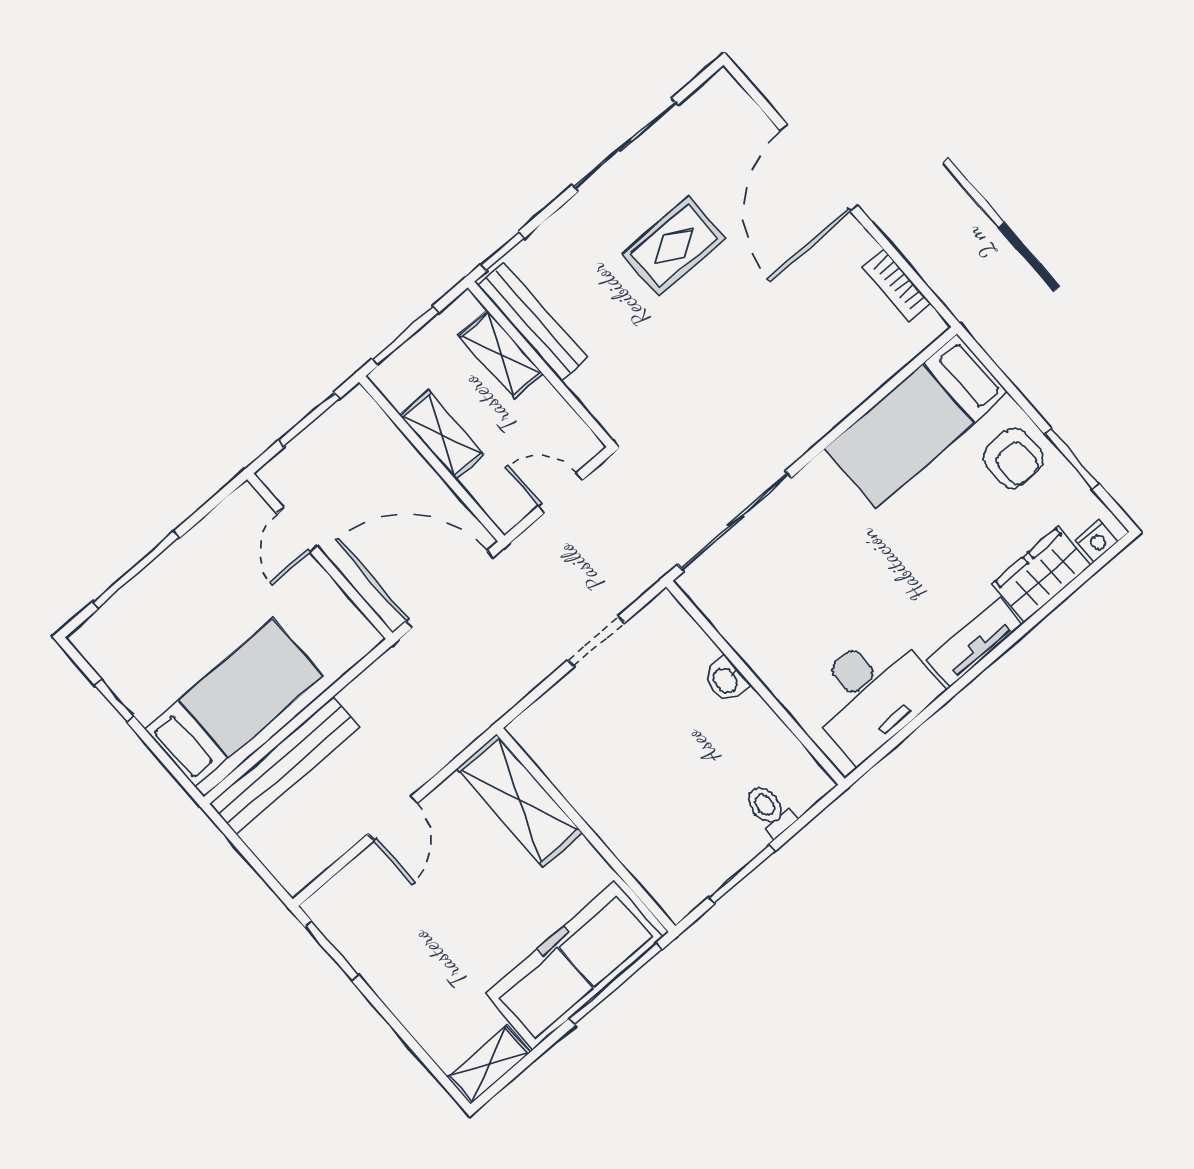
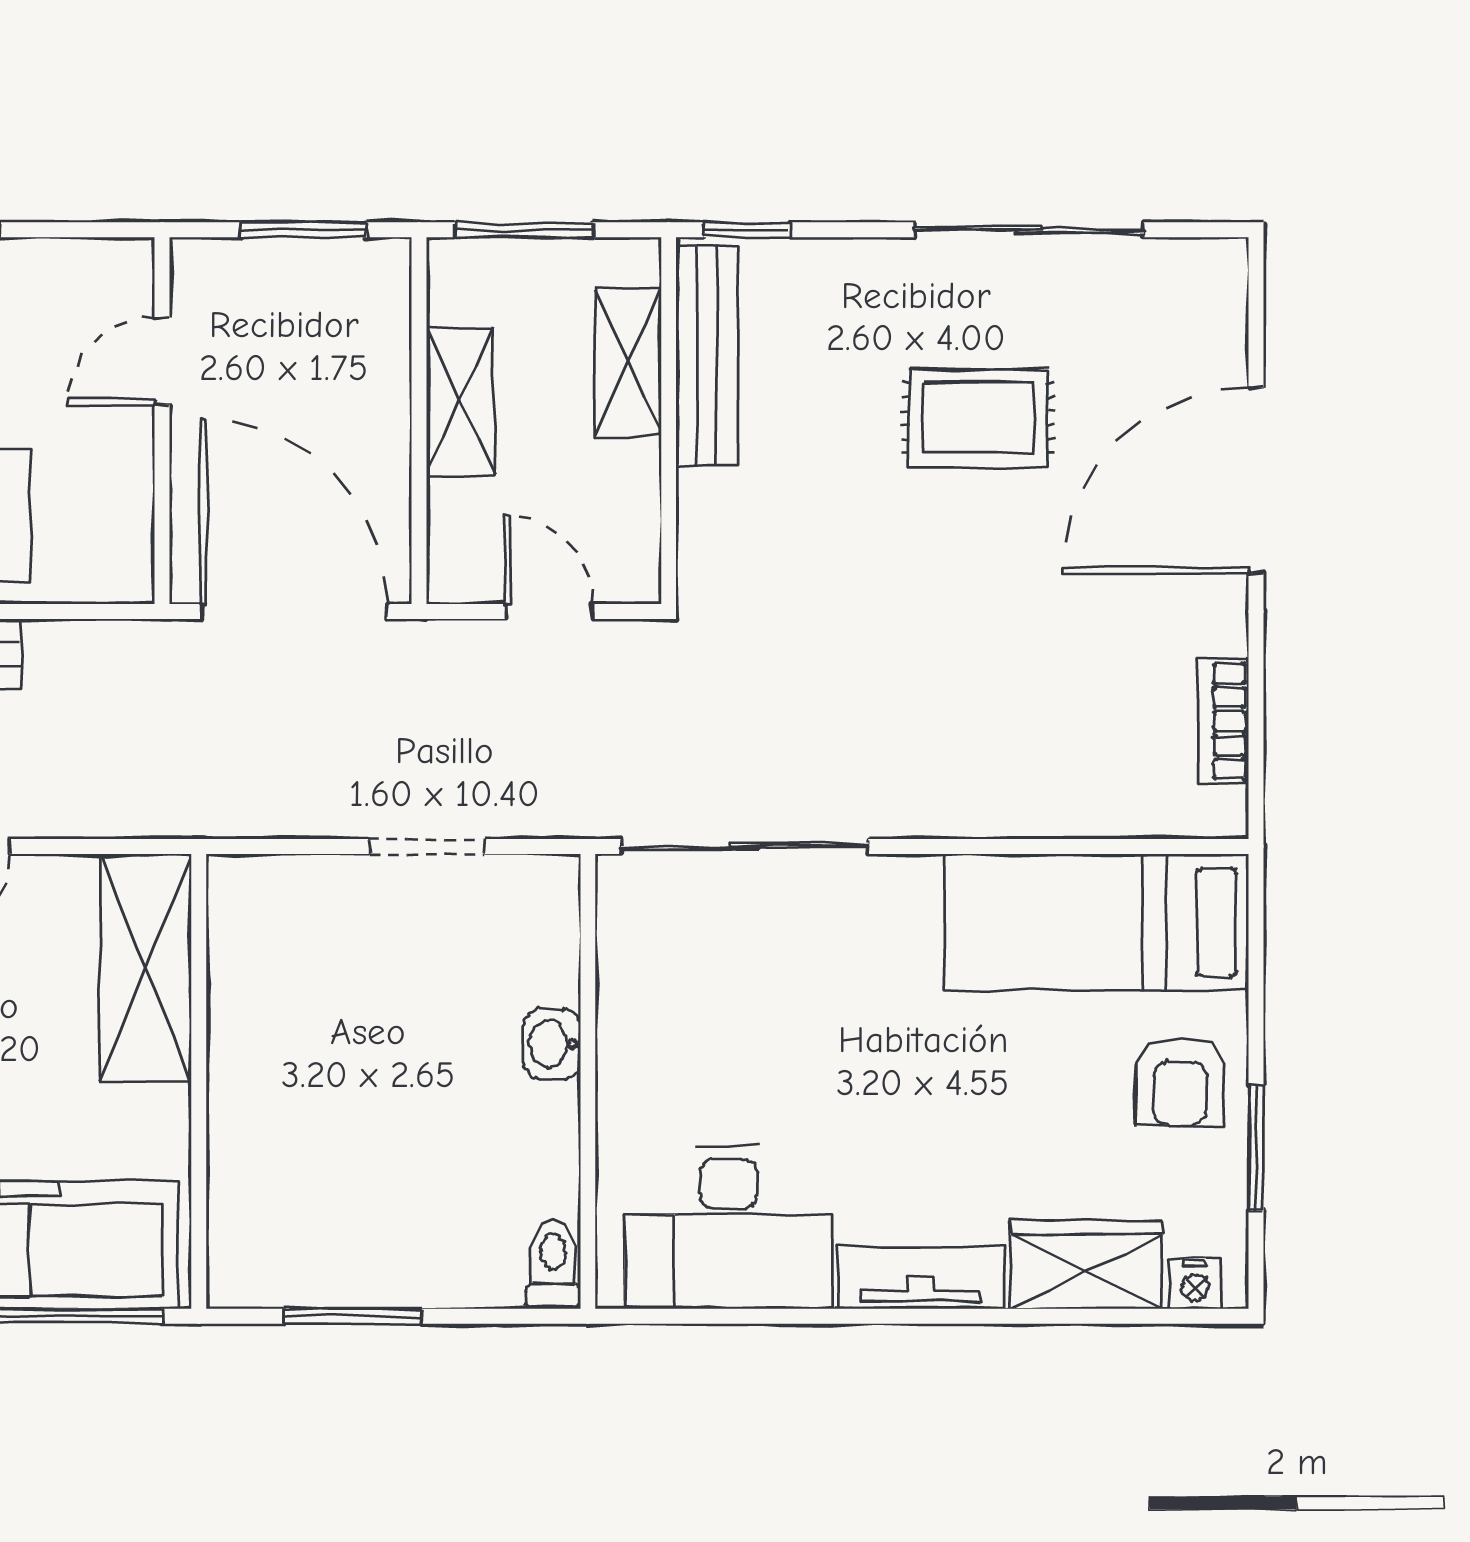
toilet: (770, 810) -> (553, 1264), moved

